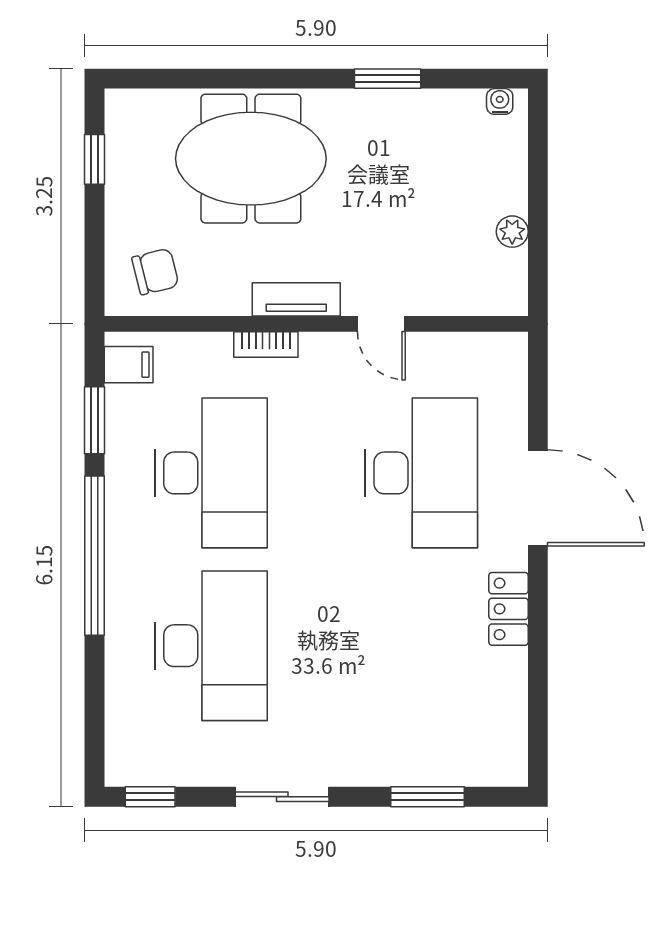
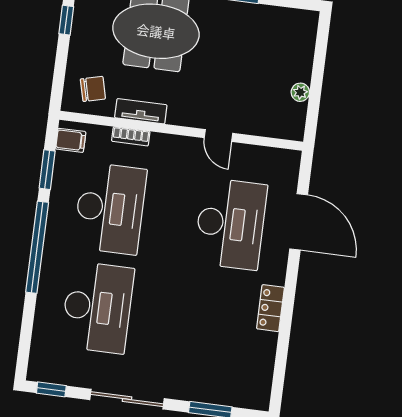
water cooler: (500, 101) -> (303, 17), removed
tv unit: (296, 299) -> (141, 111), moved
bookcase: (266, 345) -> (131, 136), moved
door: (538, 498) -> (299, 222), moved
sliding door: (282, 797) -> (127, 399), width x1.37

